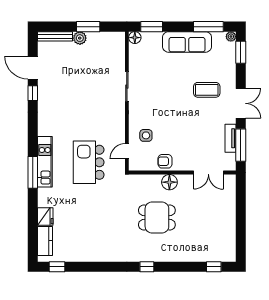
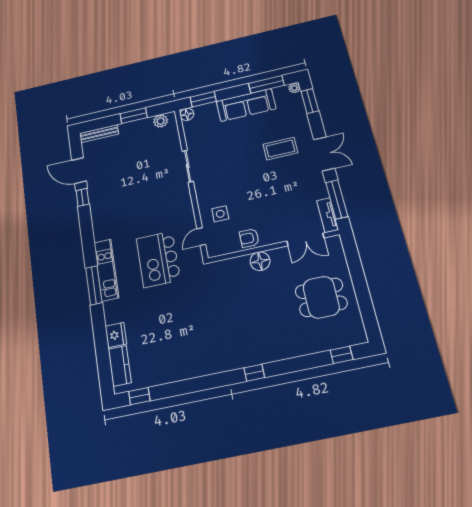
plant: (80, 38) -> (161, 121), moved
tv unit: (230, 138) -> (328, 215), moved
dining table: (157, 217) -> (321, 297), moved

